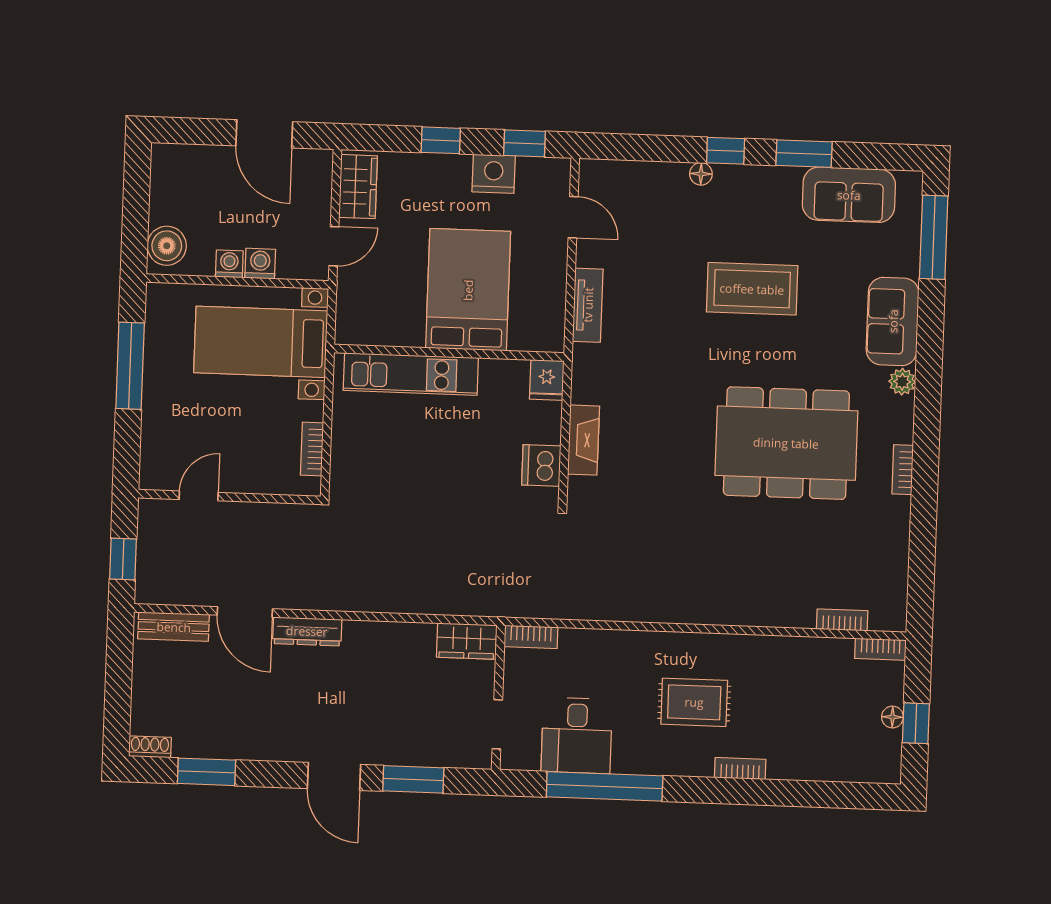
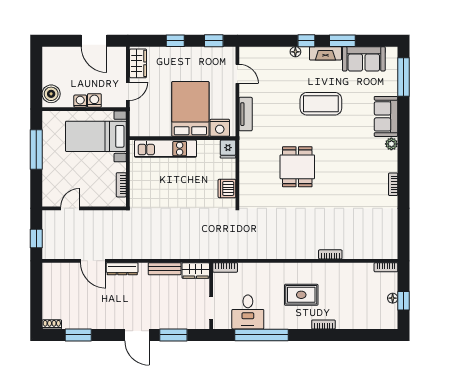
nightstand: (494, 174) -> (220, 128), moved, turned 180
fireplace: (583, 440) -> (325, 53), moved, turned 90
dining table: (786, 443) -> (297, 167), moved, width x0.53, depth x0.80
bookcase: (842, 620) -> (330, 254), moved
bench: (174, 627) -> (165, 269), moved

